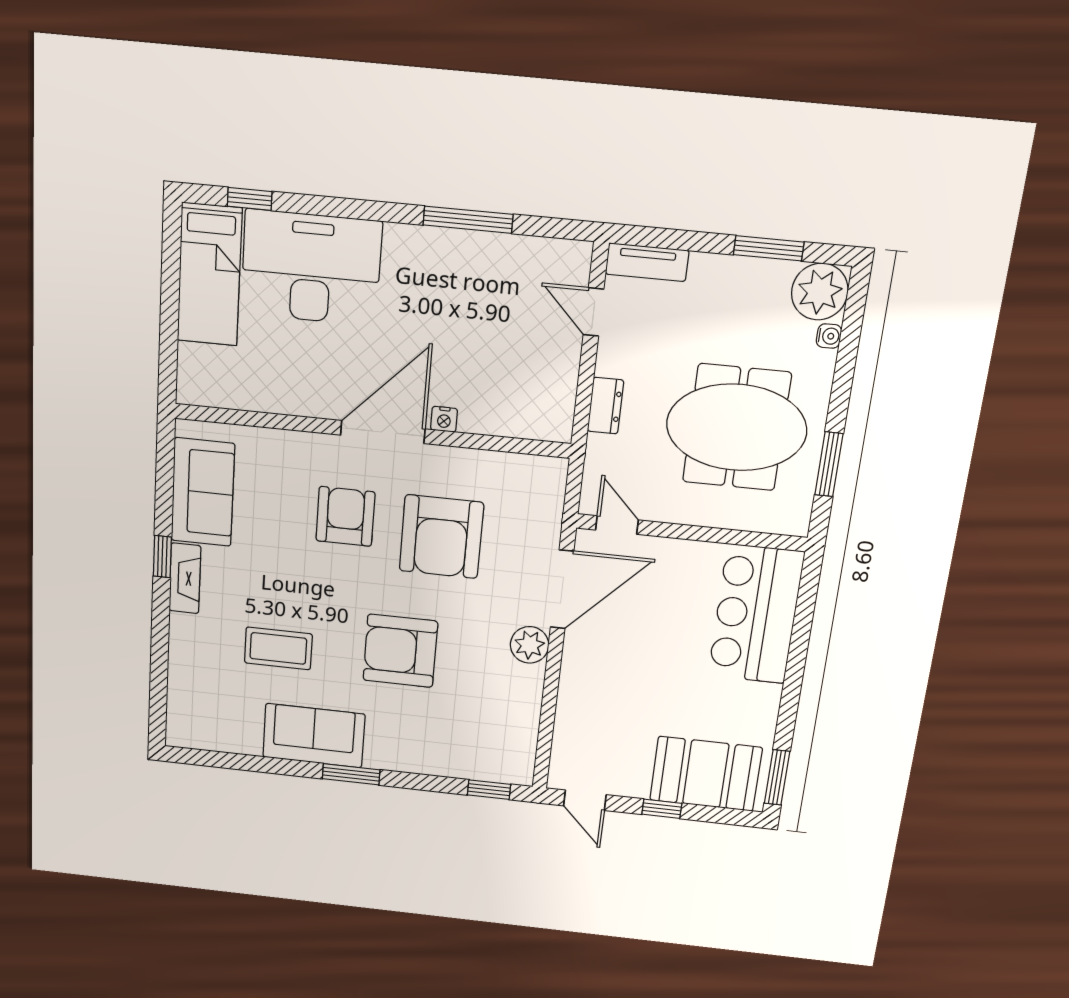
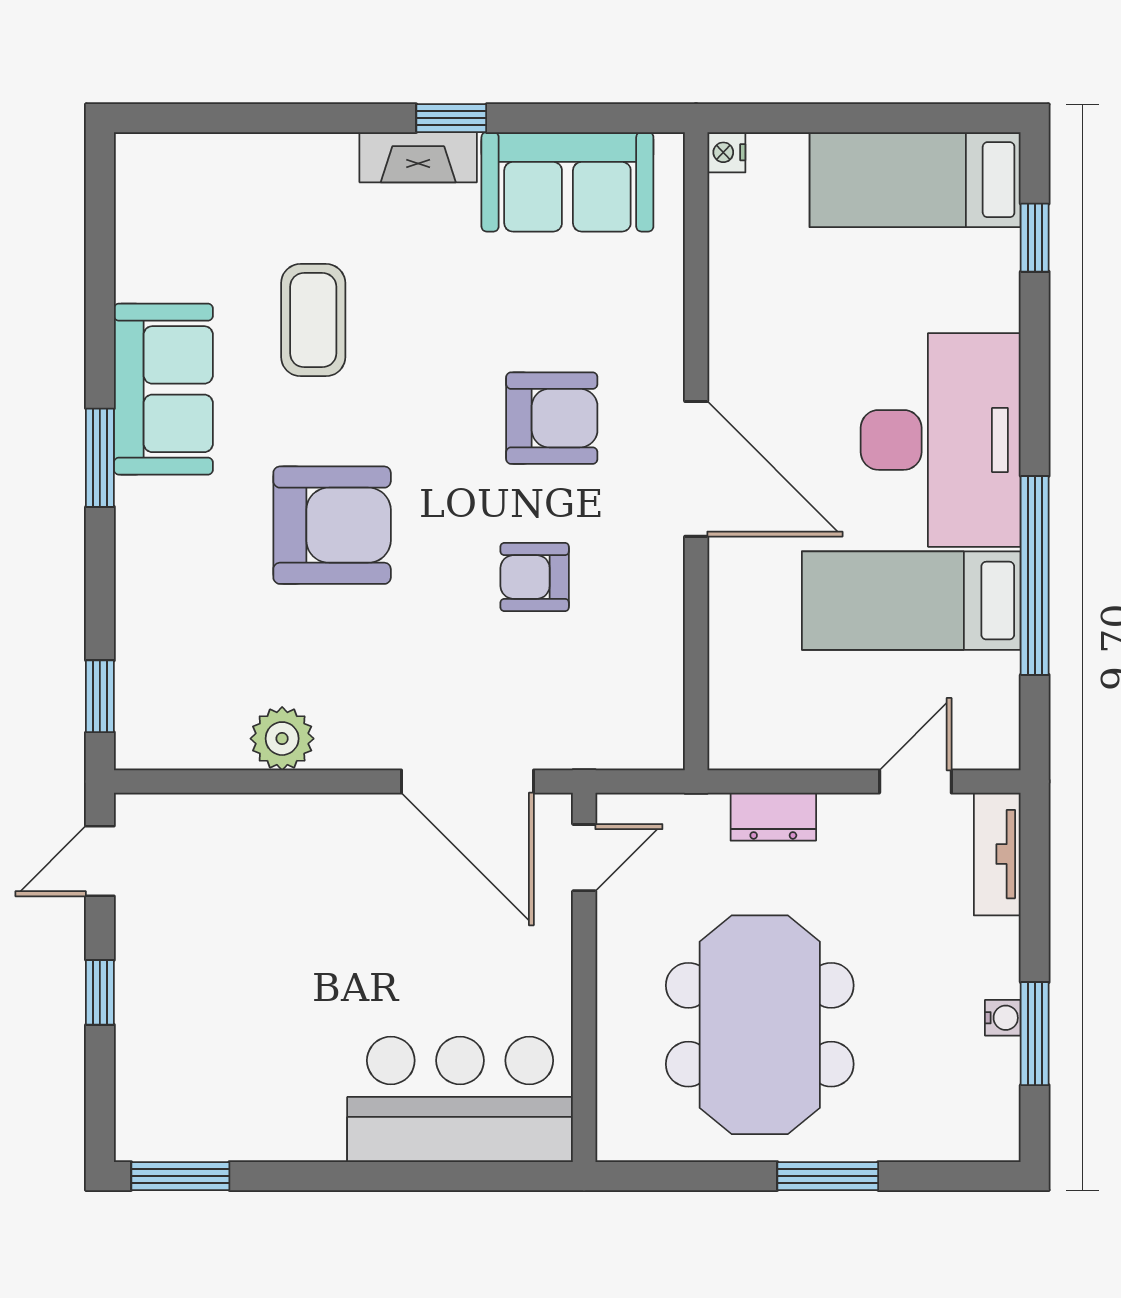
window: (468, 220) -> (1035, 575), width x1.46
desk: (311, 268) -> (941, 440), moved
plant: (820, 292) -> (978, 1120), removed
bed: (477, 303) -> (911, 601), added
water cooler: (829, 336) -> (1003, 1018), moved, turned -90
nightstand: (444, 419) -> (726, 152), moved
window: (829, 464) -> (828, 1176), moved
armchair: (441, 537) -> (535, 577), width x0.53, depth x0.53
plant: (530, 645) -> (282, 739), moved
armchair: (400, 651) -> (332, 525), turned 90
booth: (706, 774) -> (173, 1057), removed

